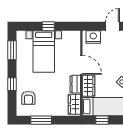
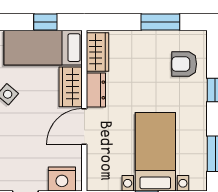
door: (81, 65) -> (84, 127), hinge flipped
armchair: (28, 98) -> (184, 64), turned -90

